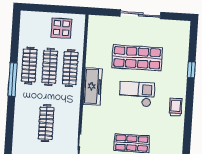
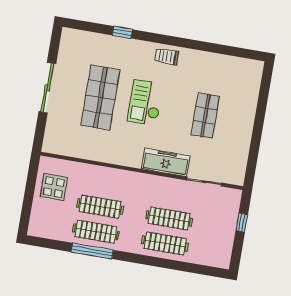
clothes rail: (70, 68) -> (165, 243), moved
window: (13, 79) -> (92, 251), moved
freezer: (93, 86) -> (166, 162), moved

